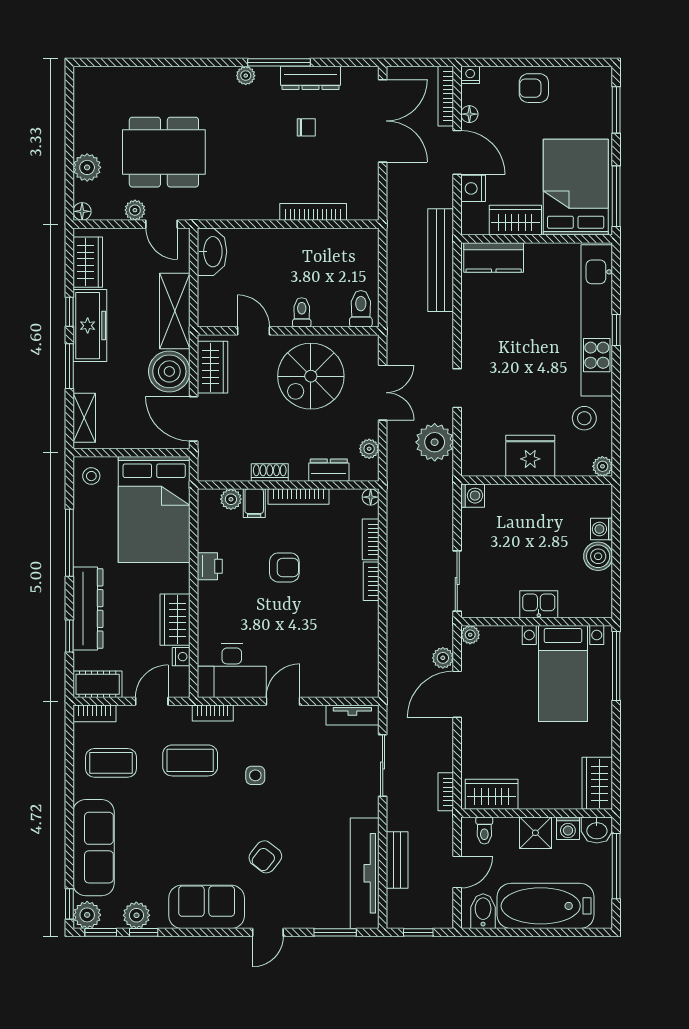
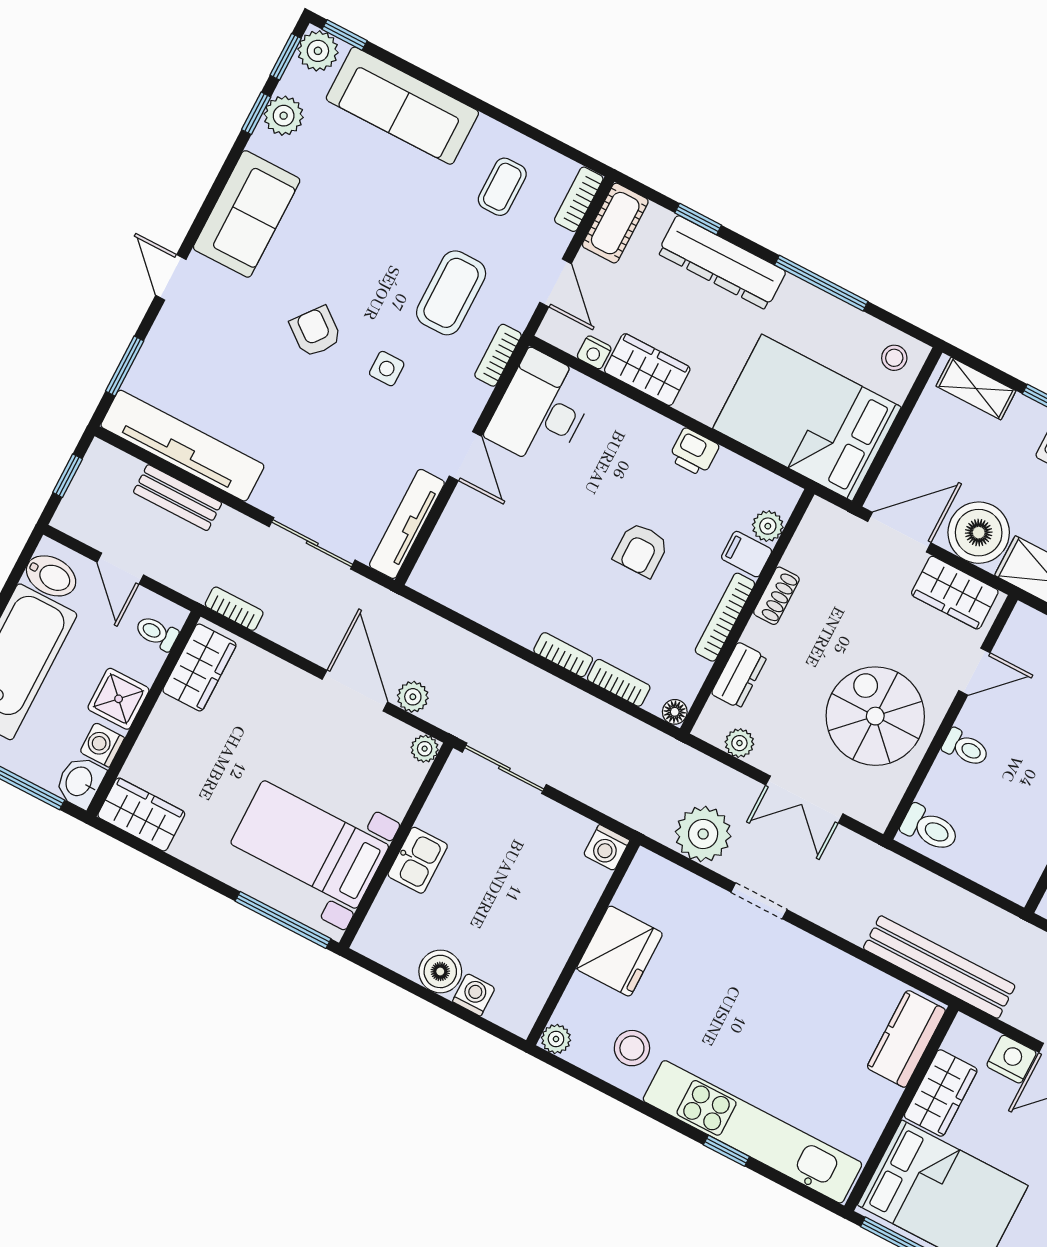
tv unit: (352, 715) -> (407, 524), width x1.41
coffee table: (111, 763) -> (502, 187), width x0.73, depth x0.77
armchair: (265, 857) -> (316, 332), moved

